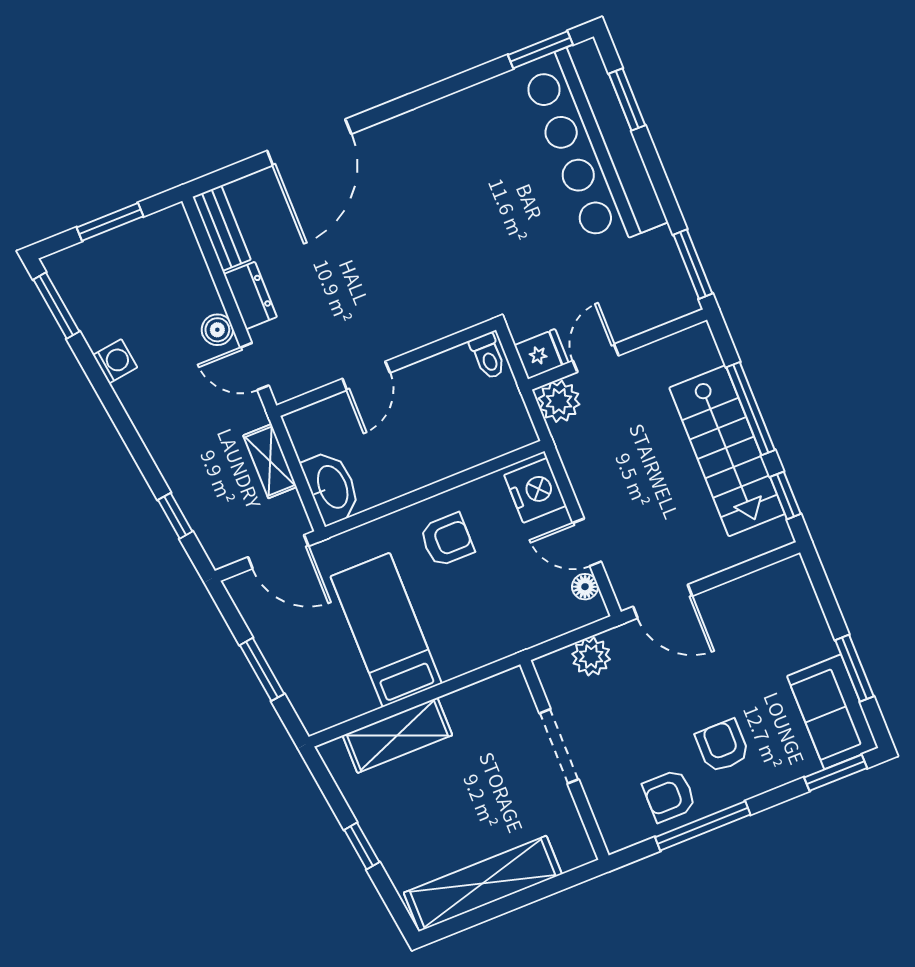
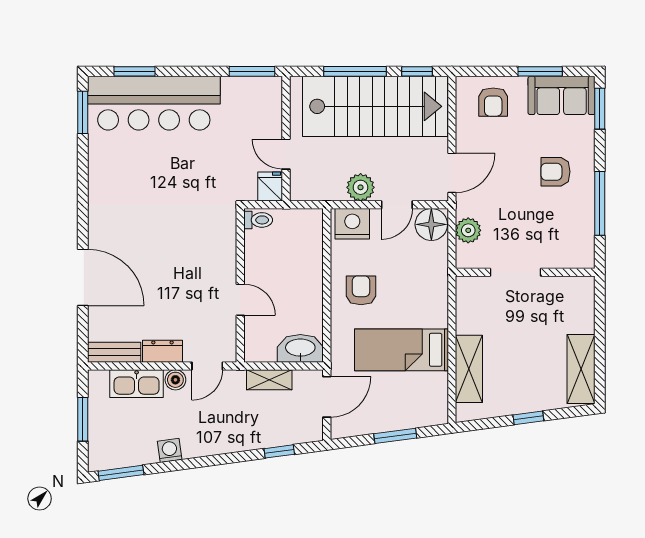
kitchen sink: (190, 277) -> (137, 384), added
plant: (559, 401) -> (361, 187), moved
stairs: (727, 451) -> (375, 106), width x1.36, depth x1.51
floor lamp: (585, 587) -> (431, 224), width x1.89, depth x1.89
armchair: (669, 796) -> (493, 102), moved
shelving: (483, 883) -> (581, 369), width x0.68

